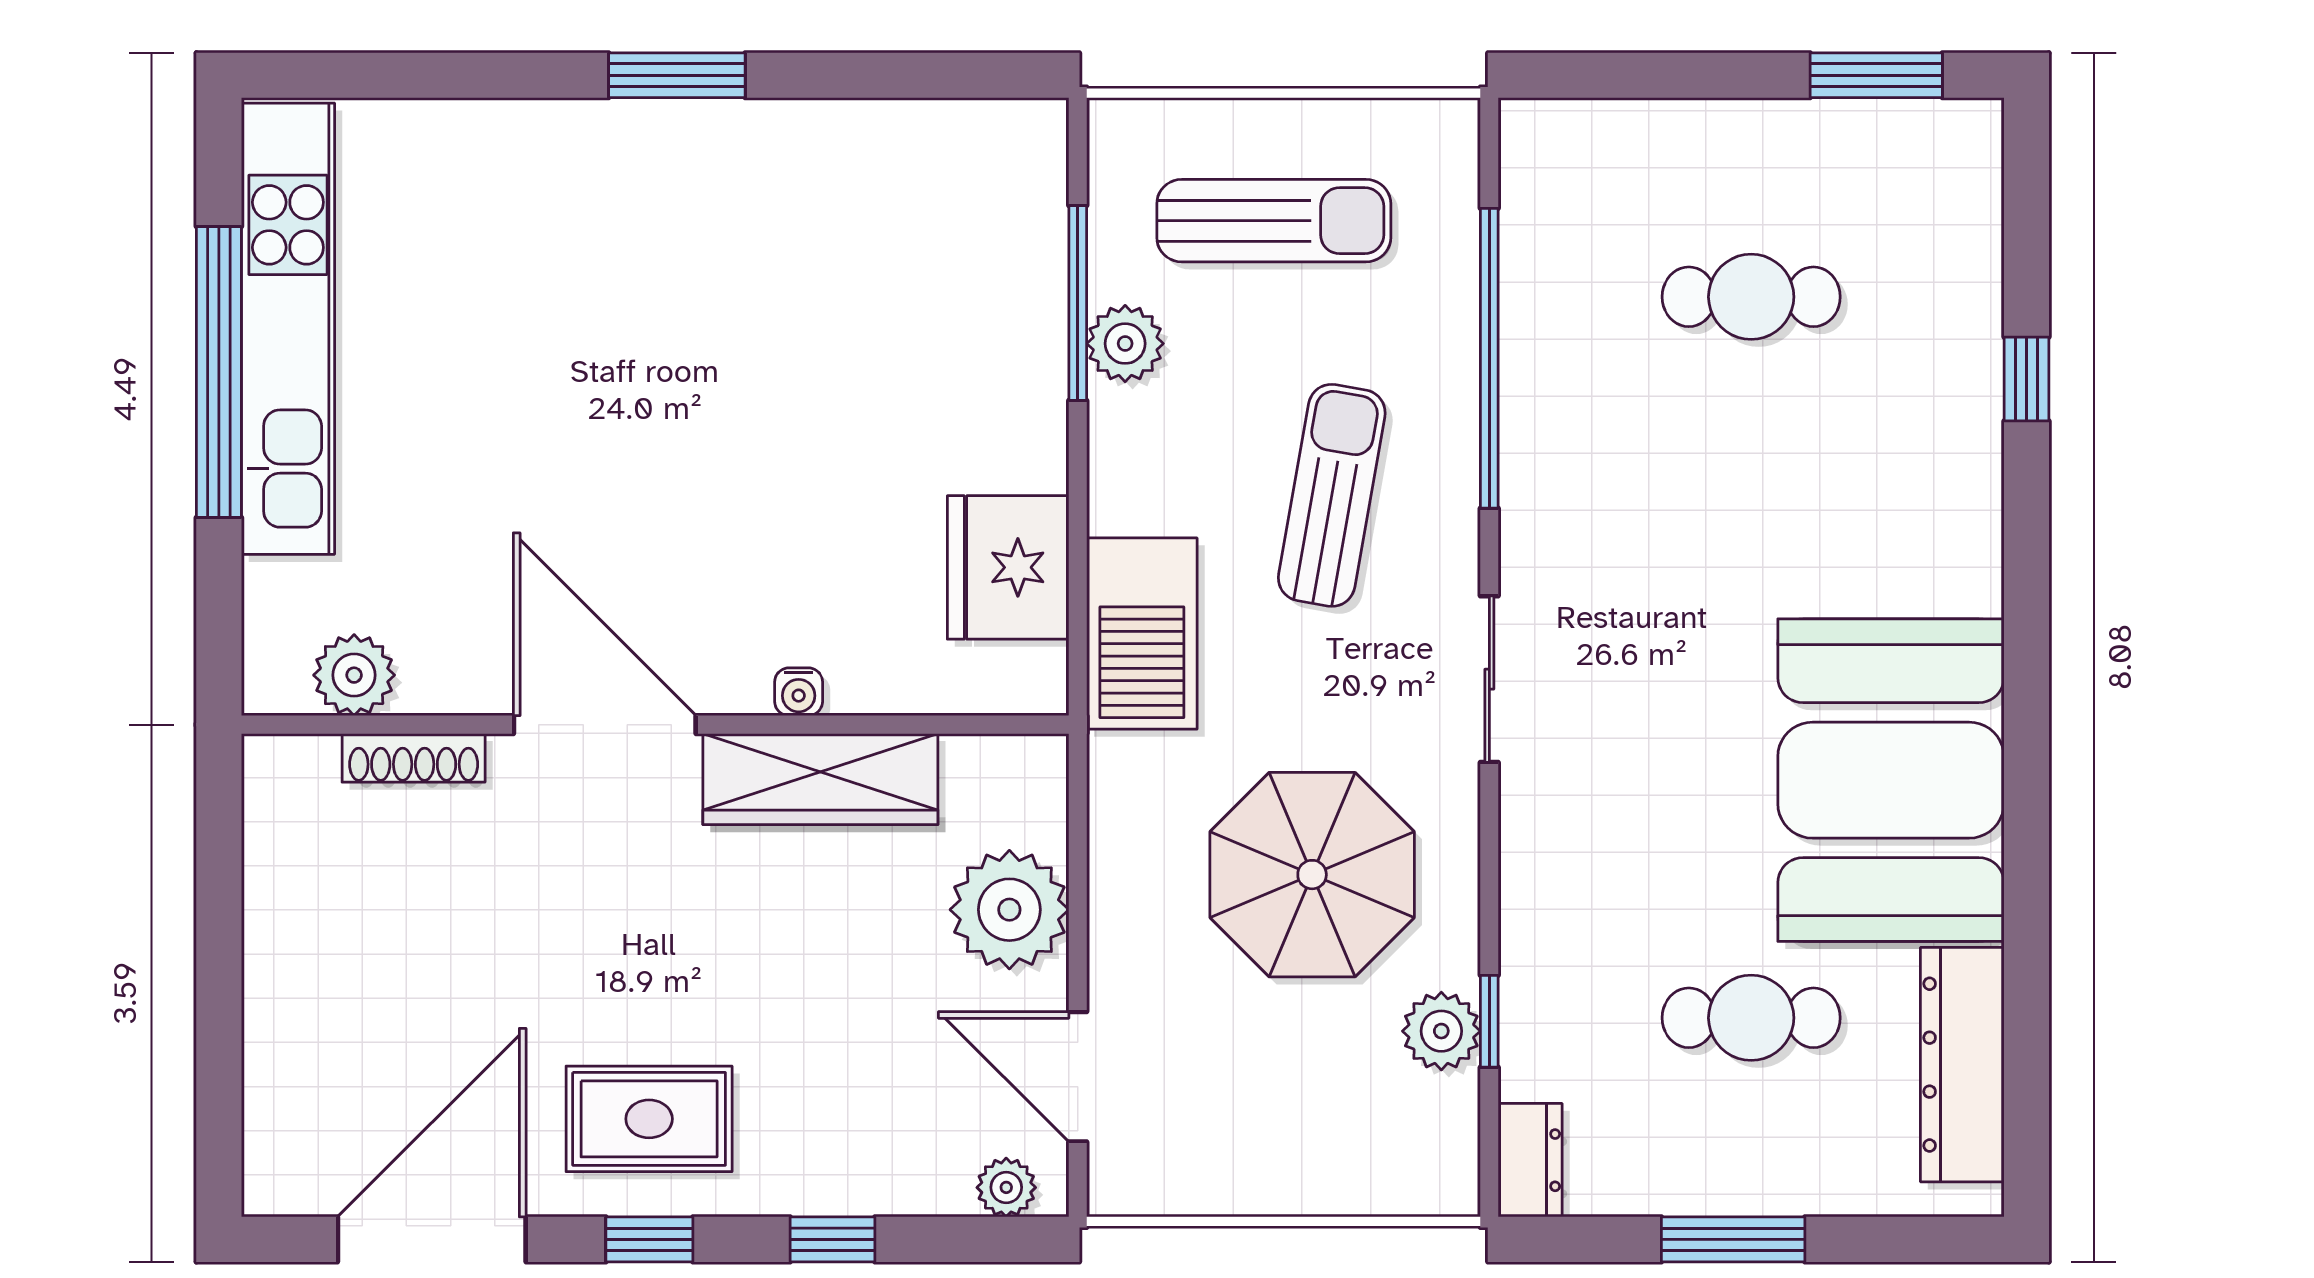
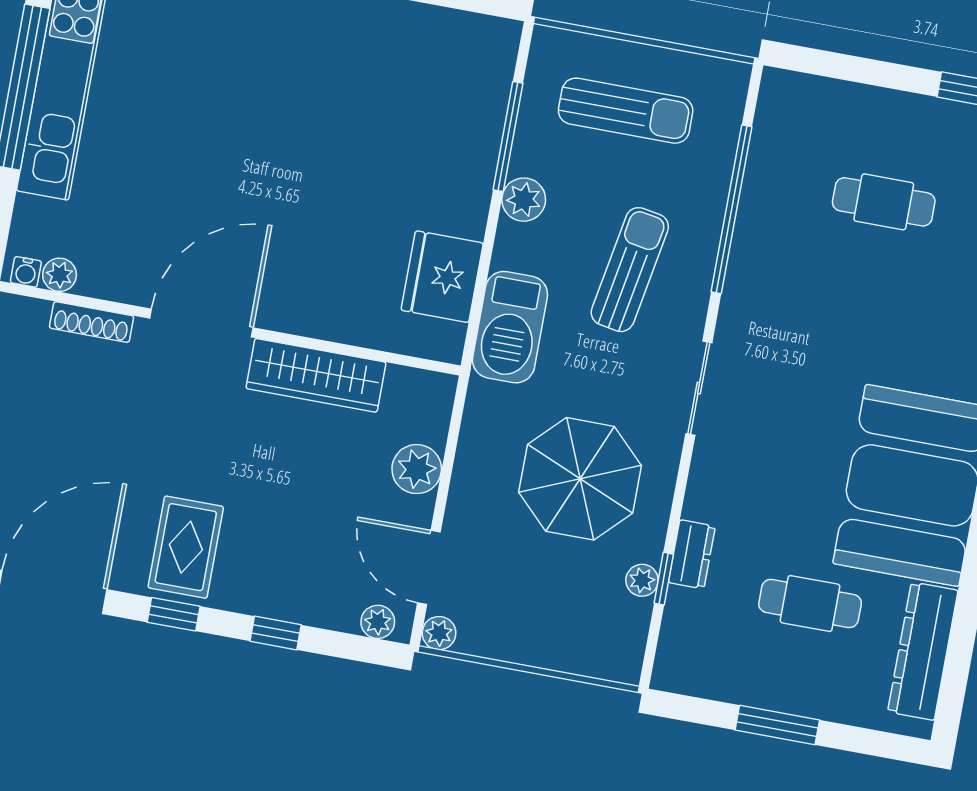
plant: (1125, 344) -> (524, 200), moved
plant: (354, 675) -> (60, 275), width x0.73, depth x0.73
water cooler: (799, 692) -> (26, 272), moved
door: (605, 725) -> (201, 323), hinge flipped
plant: (1009, 910) -> (417, 469), width x0.73, depth x0.73
plant: (1441, 1031) -> (642, 580), width x0.73, depth x0.73
rug: (649, 1119) -> (186, 547), turned 90
dresser: (1530, 1160) -> (692, 554), moved
plant: (1116, 1187) -> (439, 633), added

